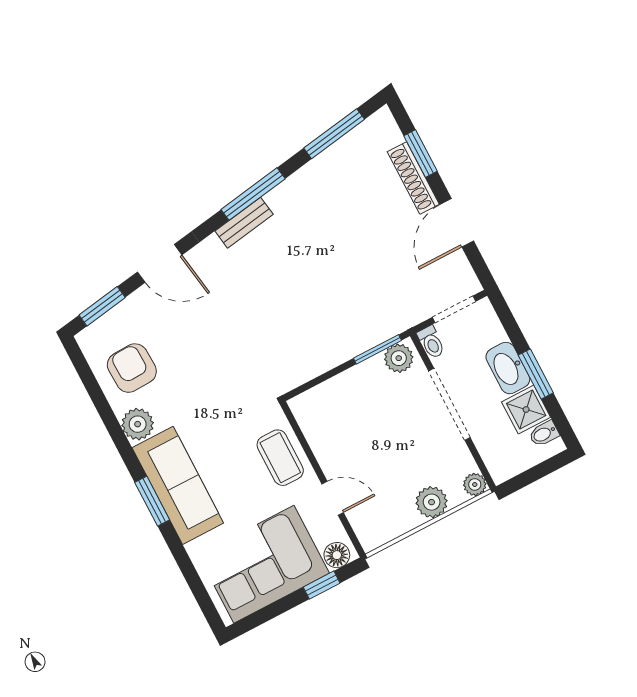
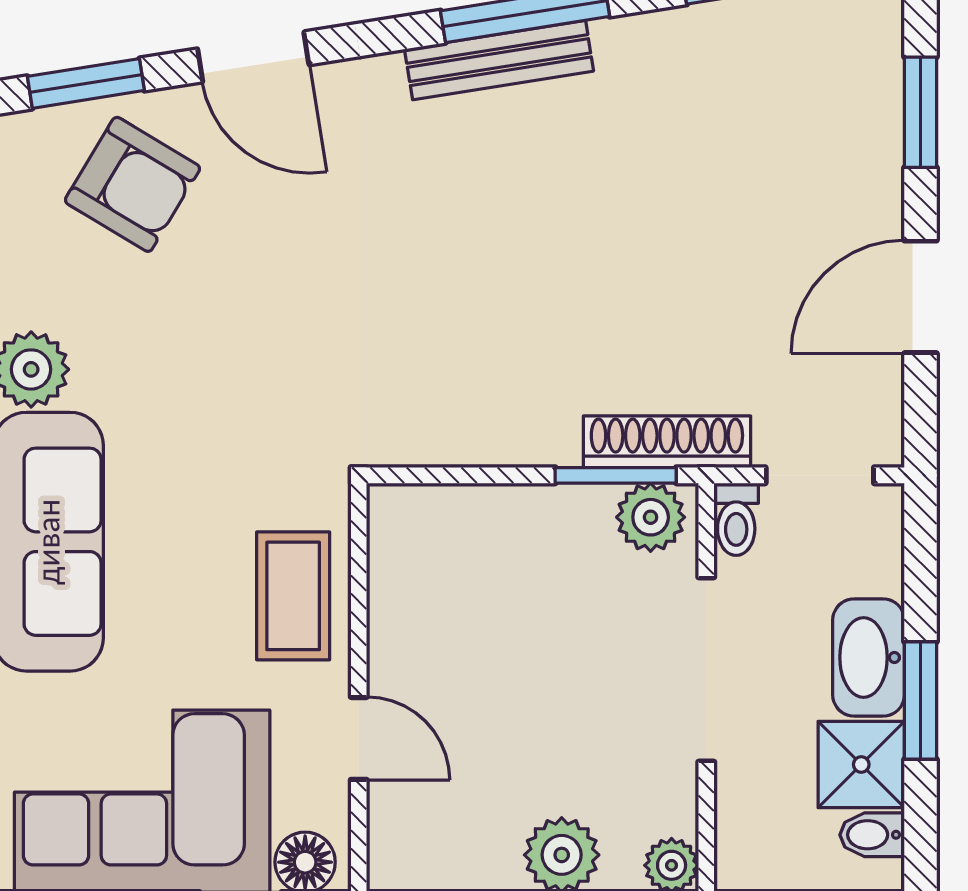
shoe rack: (413, 178) -> (667, 442), moved, turned 90
bench: (244, 223) -> (499, 60), width x1.36
armchair: (132, 368) -> (132, 184), moved, turned 123

